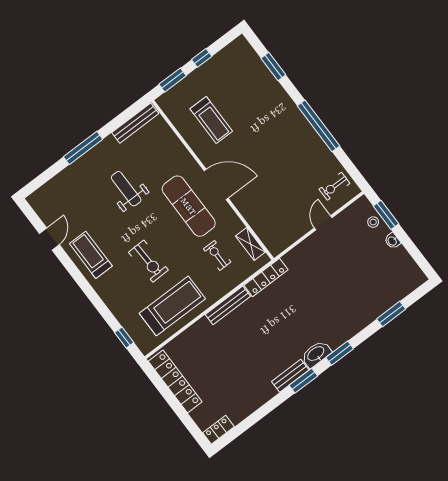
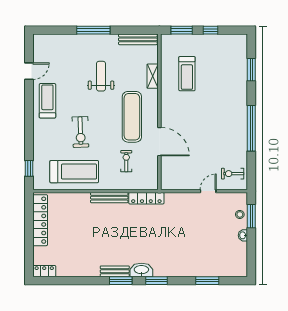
door: (216, 184) -> (159, 142), moved
shelving: (250, 244) -> (153, 76), moved

